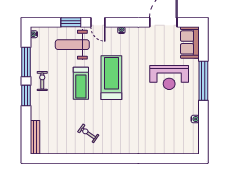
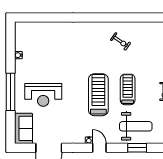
door: (98, 22) -> (99, 148), moved
treadmill: (111, 78) -> (98, 95), turned 180
reception desk: (169, 78) -> (43, 95), turned 180

